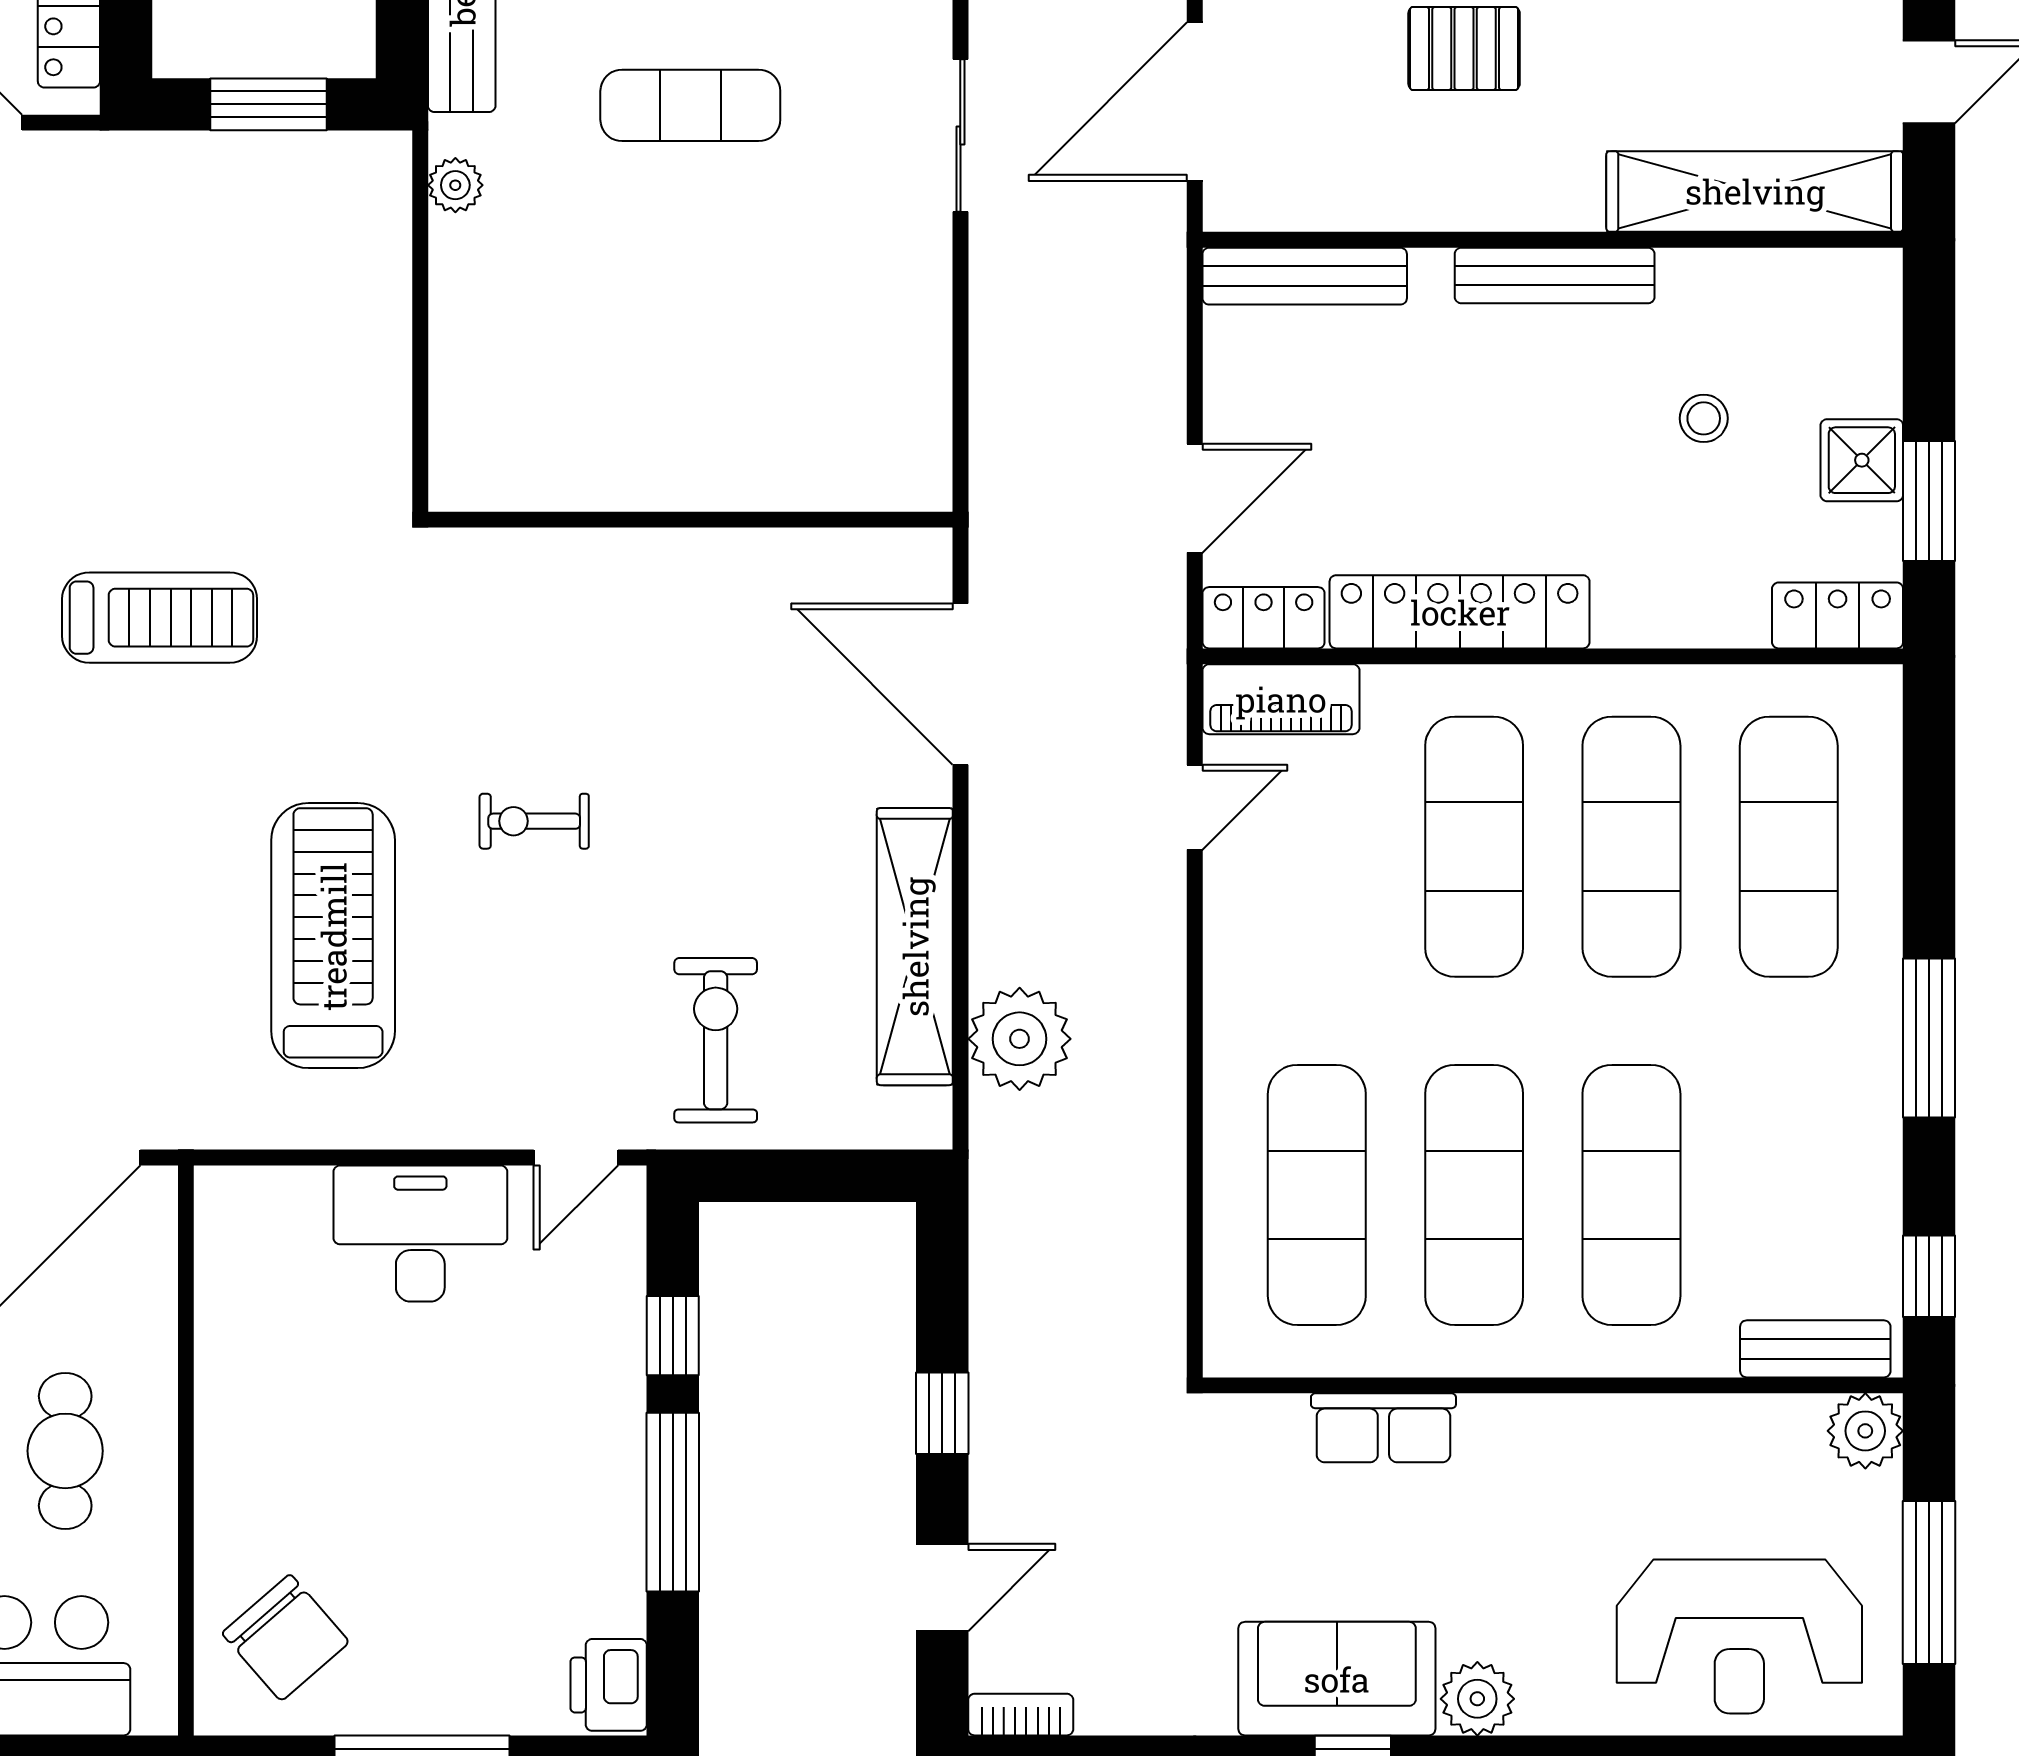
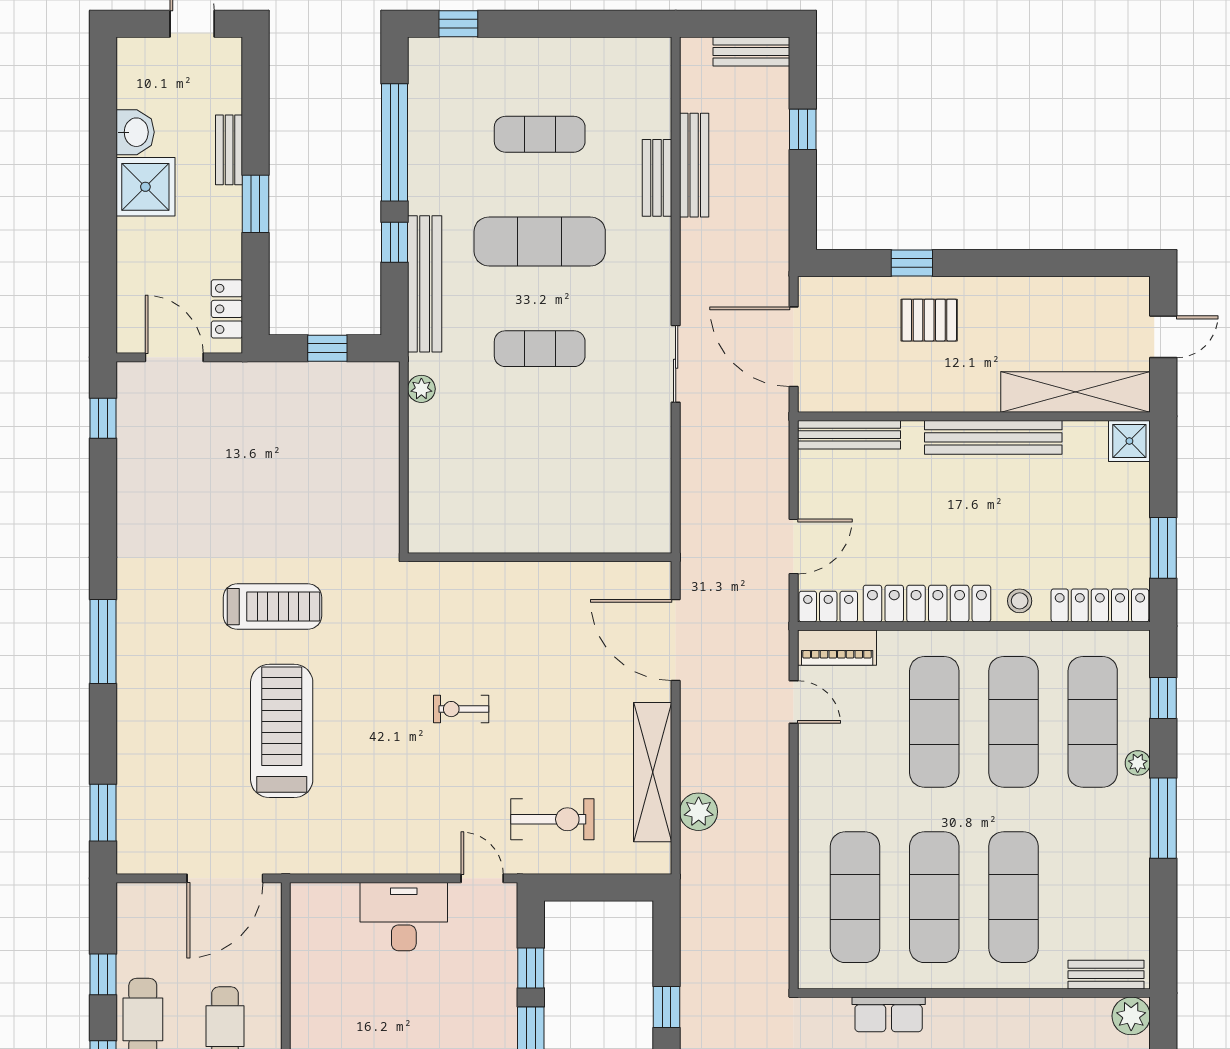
door: (1195, 102) -> (794, 347), hinge flipped
window: (269, 104) -> (327, 348), width x0.67
bench: (1555, 275) -> (993, 437), width x1.37, depth x1.21
stool: (1704, 418) -> (1020, 601), moved
shower: (1862, 460) -> (1129, 441), moved
locker: (1838, 615) -> (1100, 605), width x1.53
door: (1195, 807) -> (794, 702), hinge flipped
plant: (1878, 928) -> (1138, 763), added
treadmill: (333, 936) -> (282, 731), moved
plant: (1020, 1039) -> (699, 812), width x0.73, depth x0.73
exercise bike: (716, 1040) -> (552, 819), turned 90
door: (576, 1158) -> (482, 878), swing flipped
window: (1929, 1276) -> (1163, 698), moved

